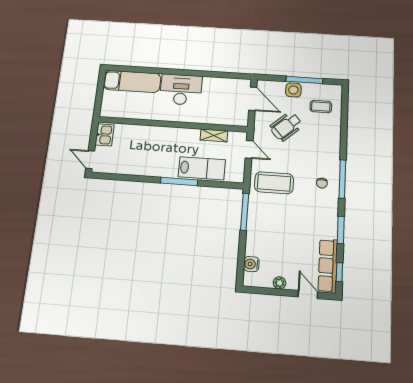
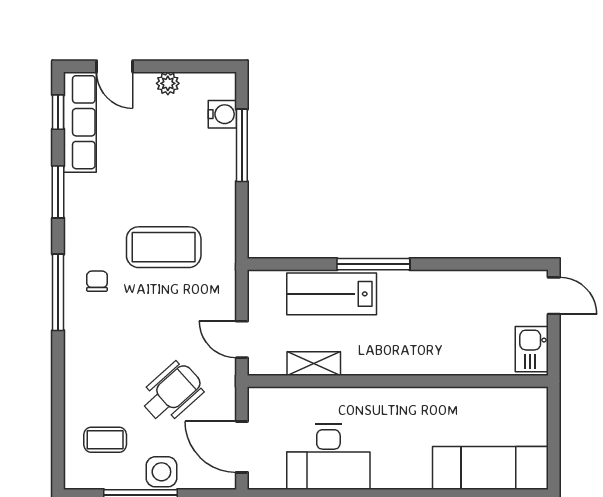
desk: (181, 90) -> (328, 457), moved
coffee table: (274, 183) -> (164, 247), moved
window: (245, 212) -> (242, 145), moved

